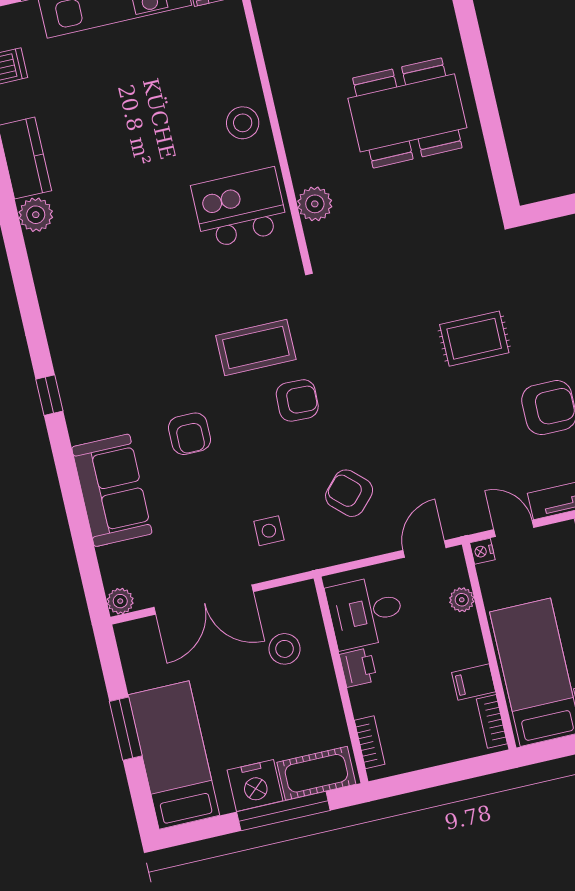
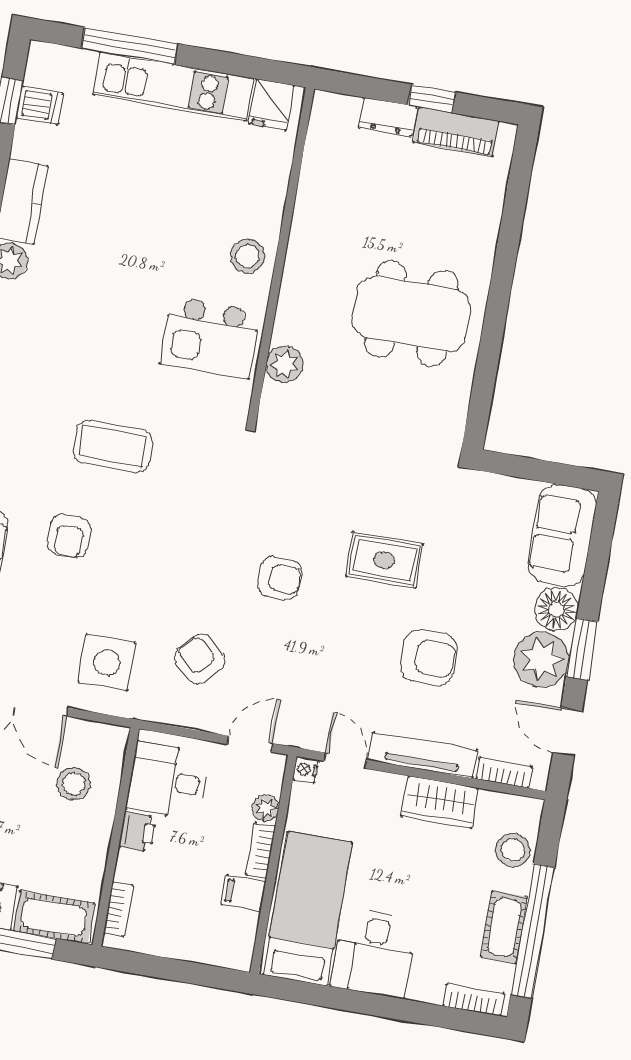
kitchen island: (240, 208) -> (210, 338), turned 180
coffee table: (256, 347) -> (113, 446), moved
armchair: (297, 400) -> (280, 578), moved
side table: (269, 531) -> (107, 663), width x1.87, depth x1.87
bookcase: (492, 721) -> (261, 851), moved

